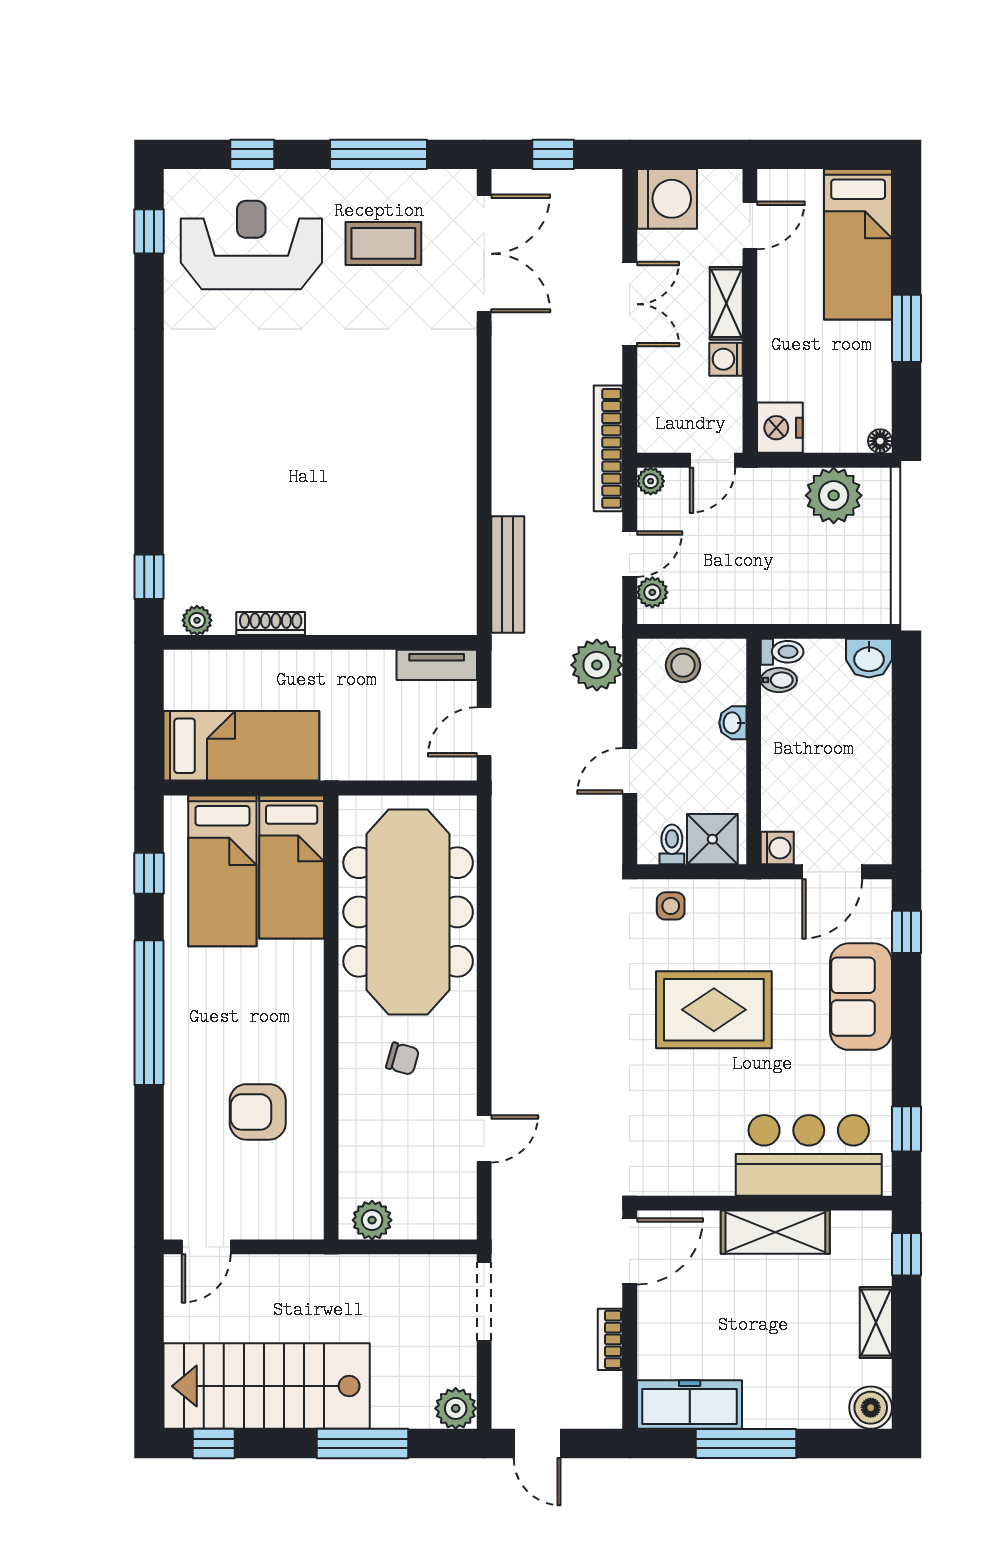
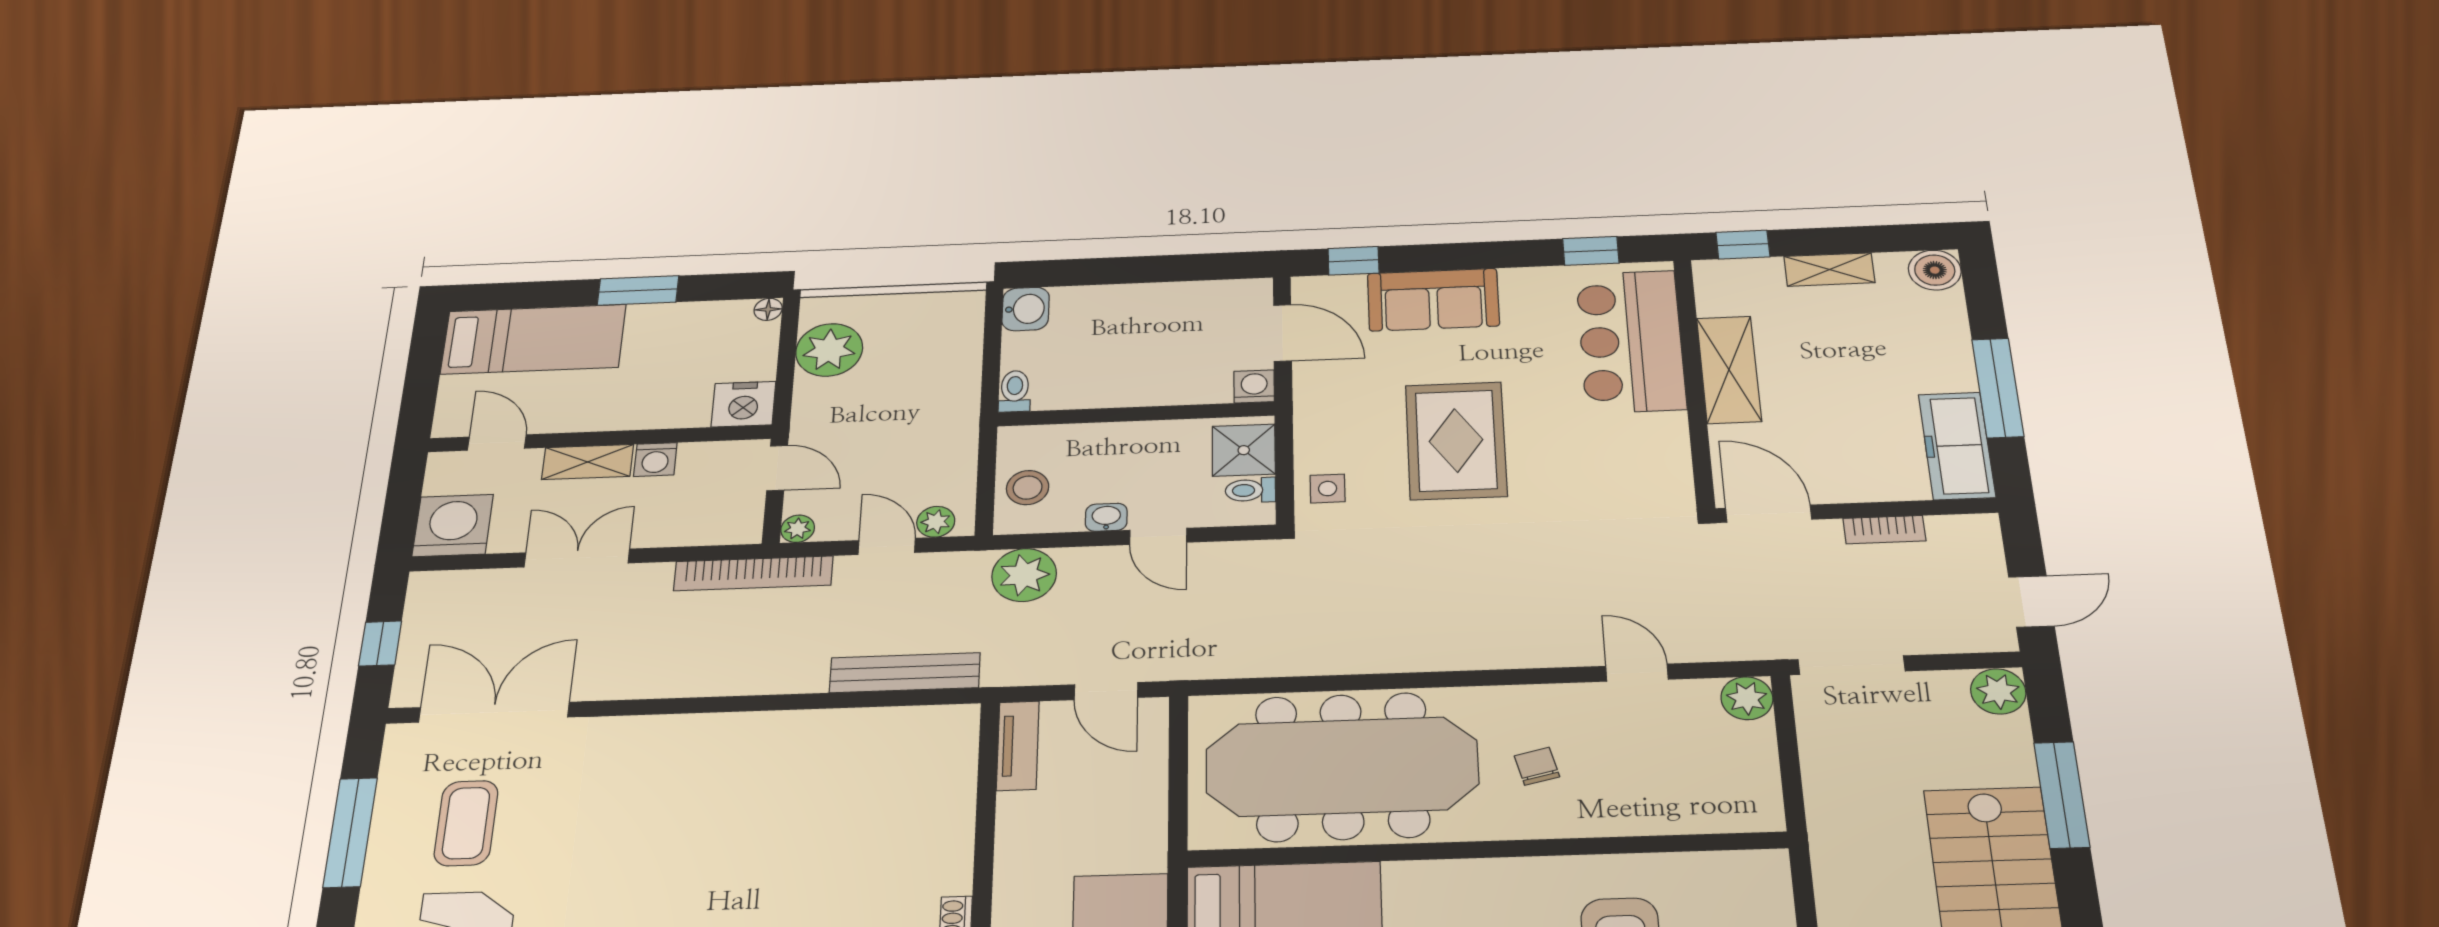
bidet: (779, 680) -> (1049, 393), removed
washbasin: (733, 723) -> (1106, 517), moved, turned 180
chair: (403, 1059) -> (1537, 766), turned -30
plant: (372, 1220) -> (1747, 698), moved

